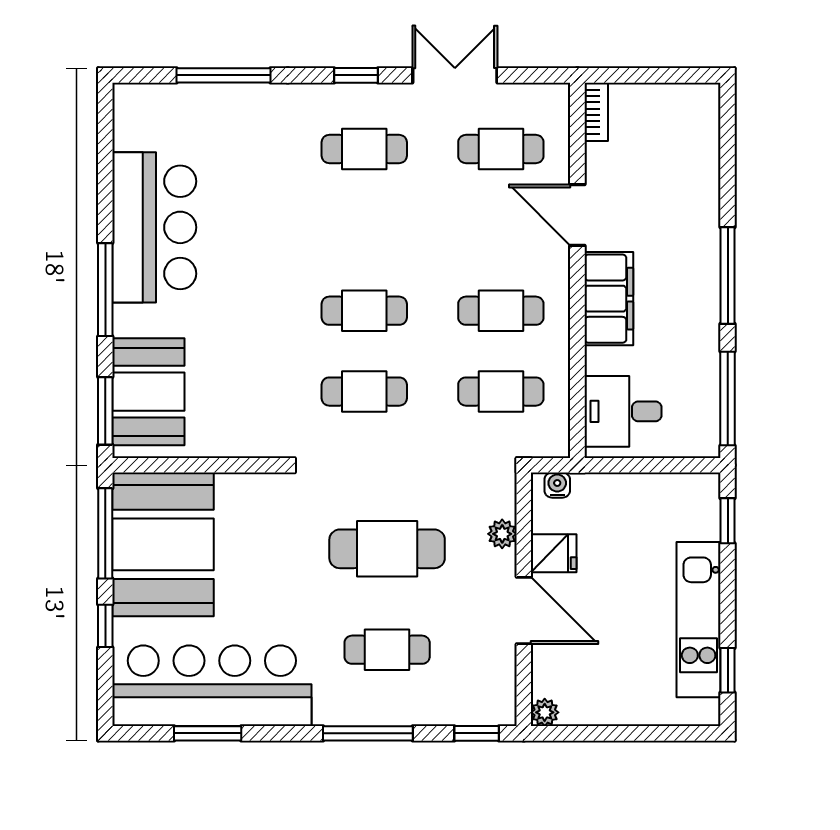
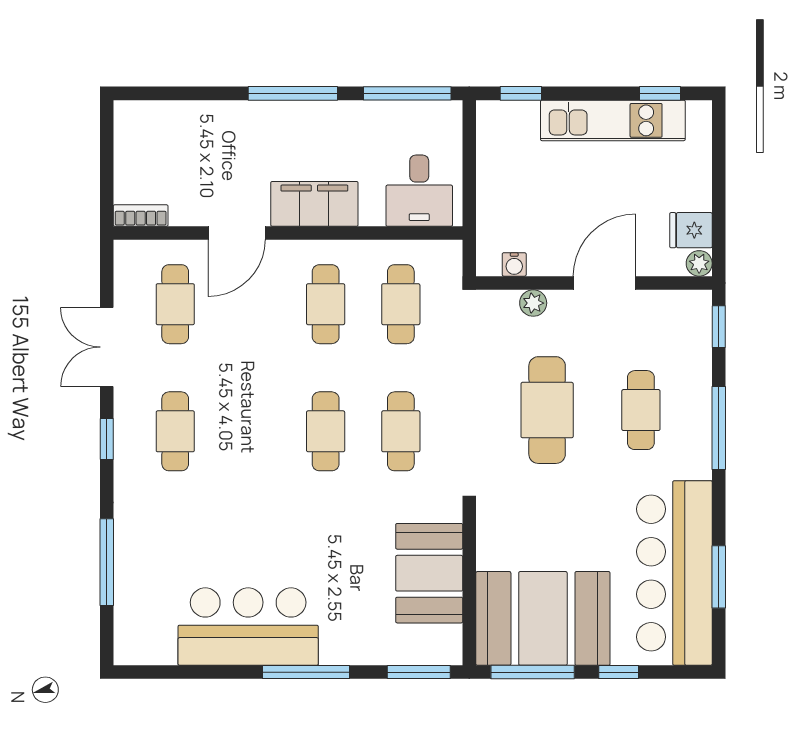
booth: (148, 392) -> (429, 573), moved, turned 90
water cooler: (557, 485) -> (514, 264), moved, turned -90
fridge: (554, 553) -> (691, 230), moved, turned -90

